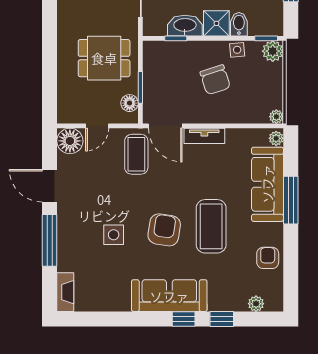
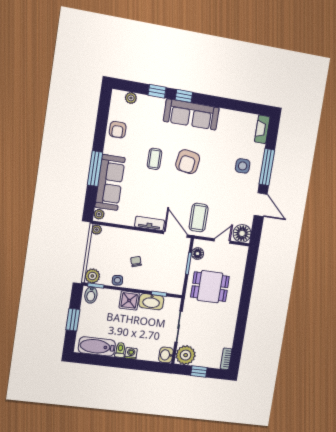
bidet: (239, 24) -> (91, 295), moved
chair: (215, 80) -> (136, 261), width x0.54, depth x0.54
coffee table: (211, 226) -> (154, 159), width x0.54, depth x0.58
side table: (114, 235) -> (243, 166), moved

